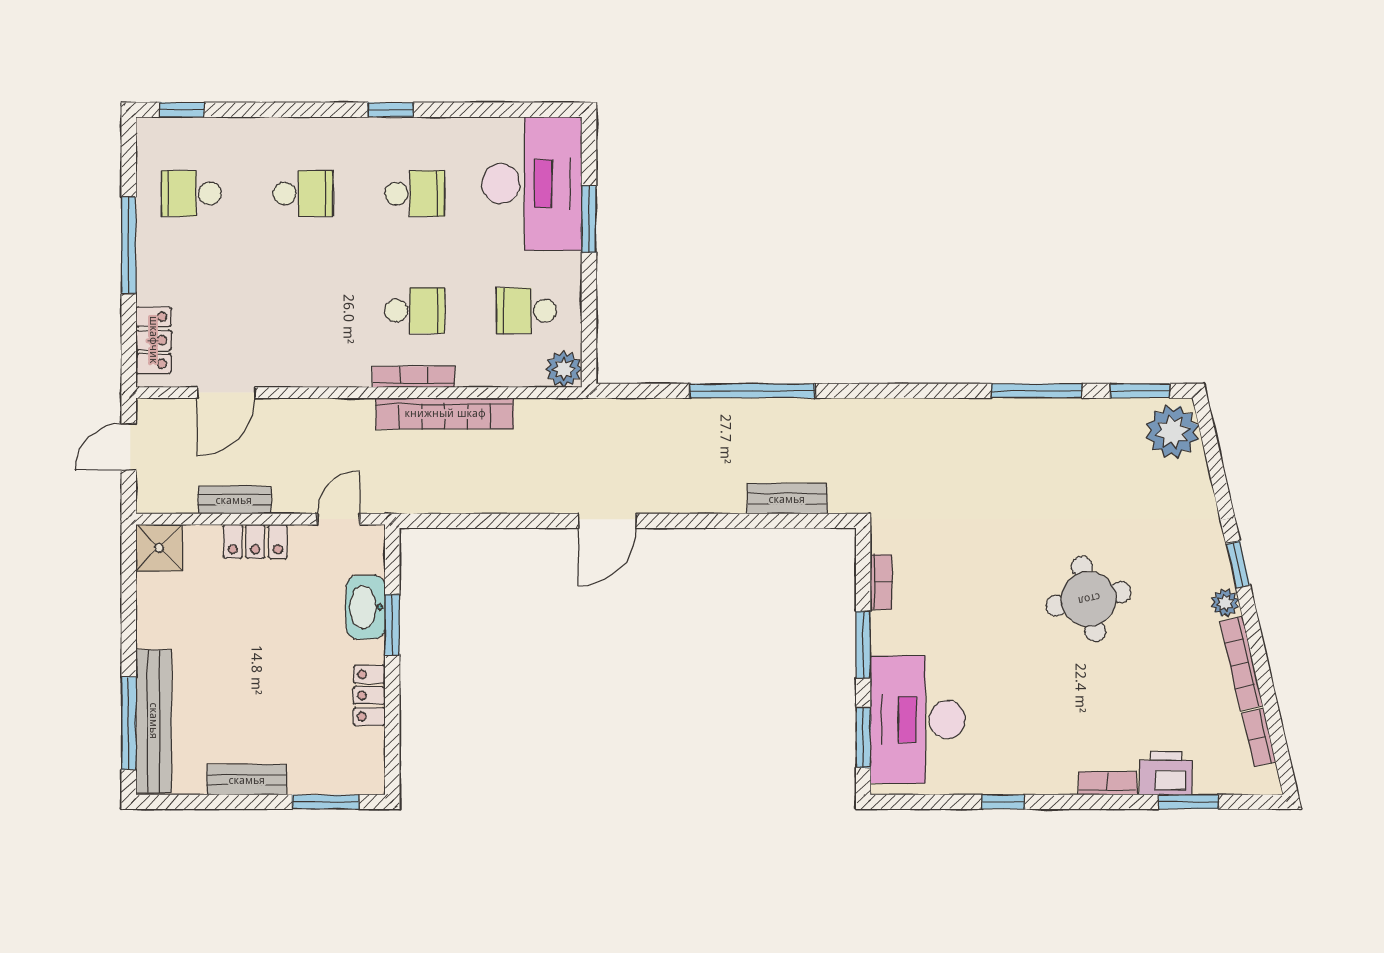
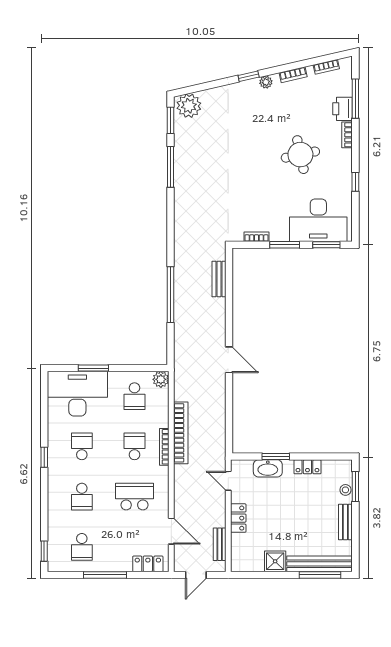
school desk: (303, 194) -> (82, 497), turned 180
school desk: (303, 311) -> (134, 497), added
door: (129, 447) -> (196, 575), hinge flipped
bench: (234, 500) -> (220, 544), moved
shower: (159, 548) -> (275, 561), moved
round table: (1089, 599) -> (300, 155), moved
bookcase: (1241, 663) -> (293, 75), width x0.64
stool: (318, 780) -> (345, 490), added
window: (1188, 802) -> (355, 99), width x1.44

